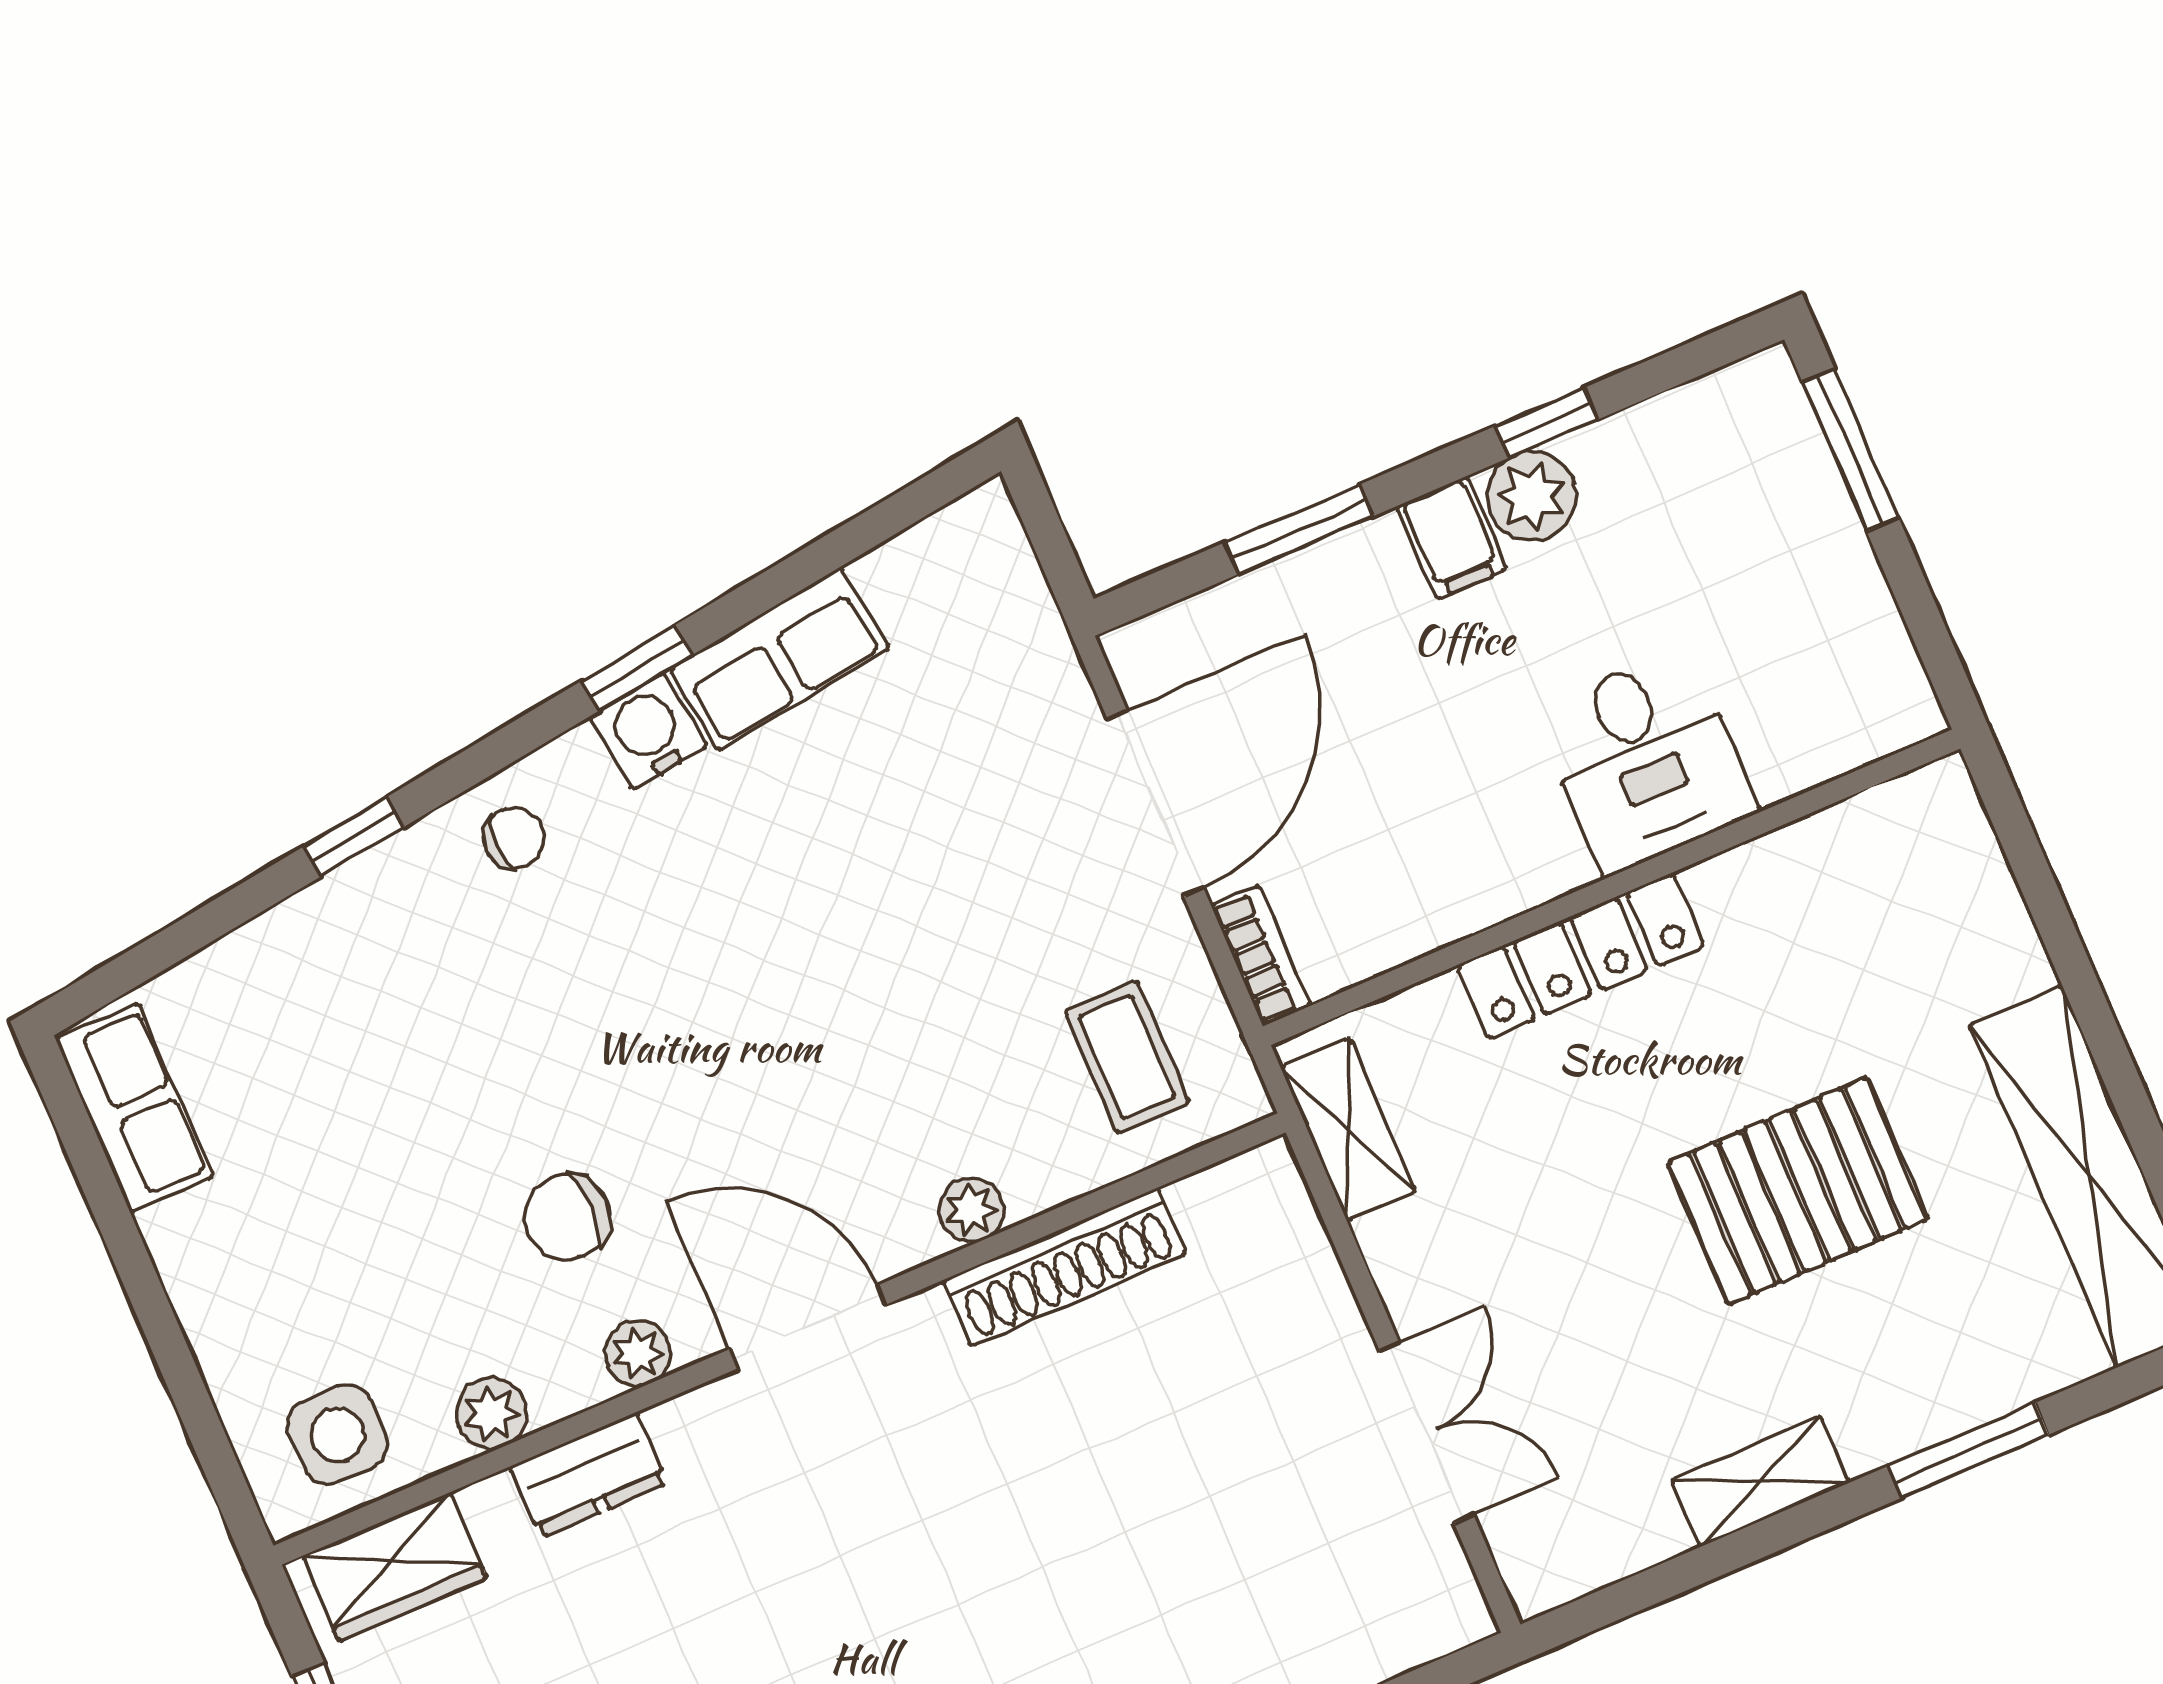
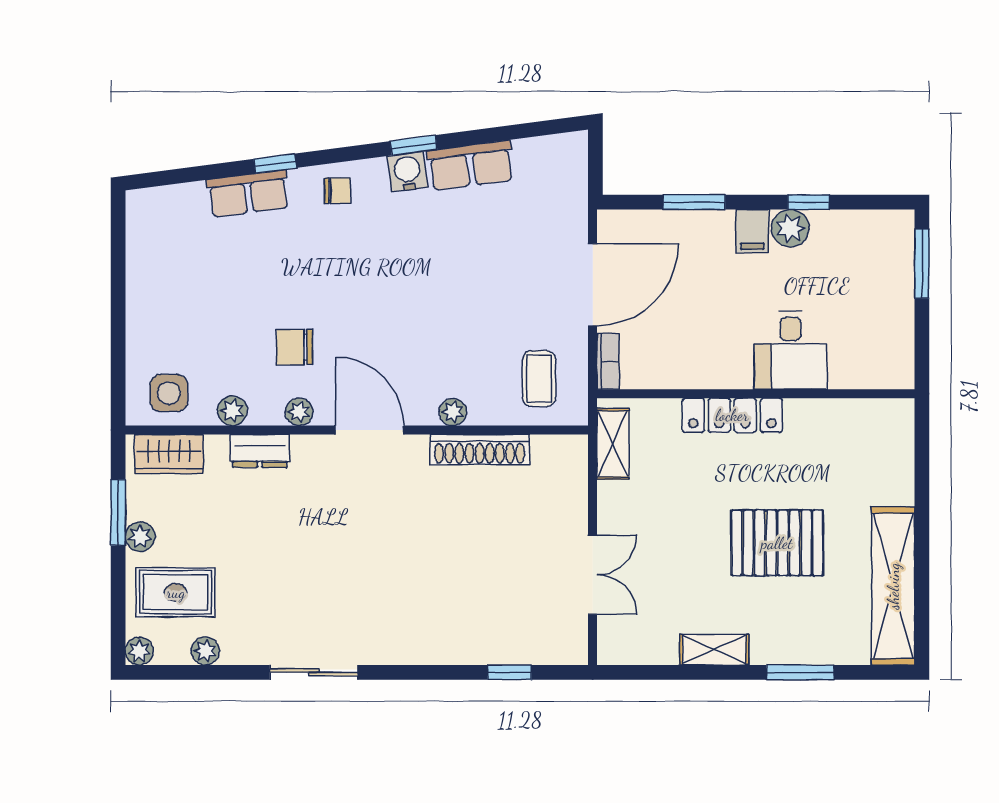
row of seats: (134, 1108) -> (248, 194), moved, turned 83

